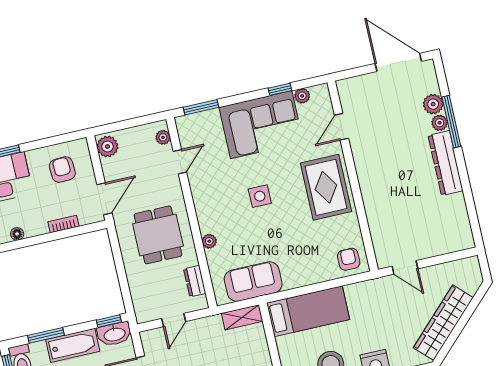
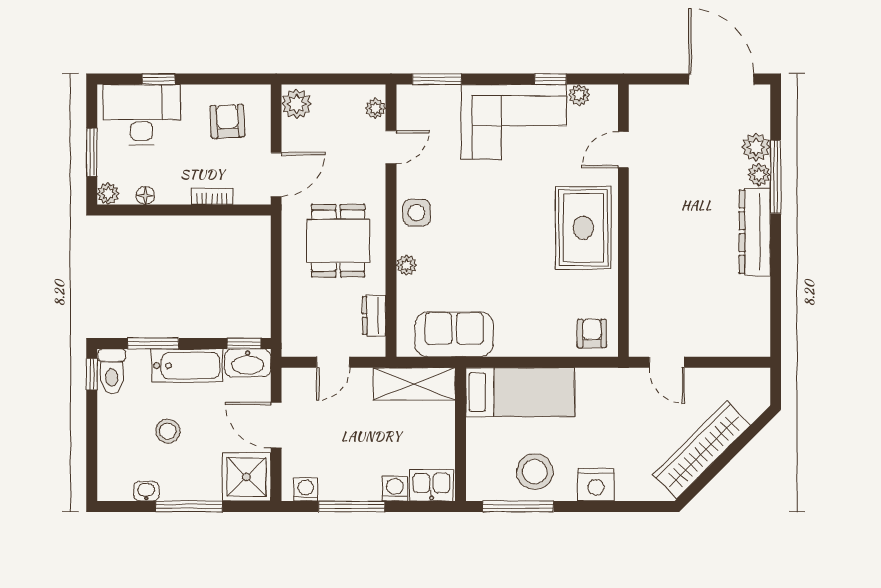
side table: (260, 196) -> (417, 213), moved
shelving: (242, 317) -> (414, 384), width x1.50, depth x1.33

